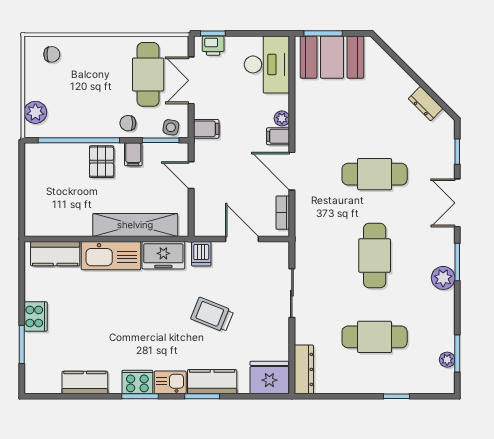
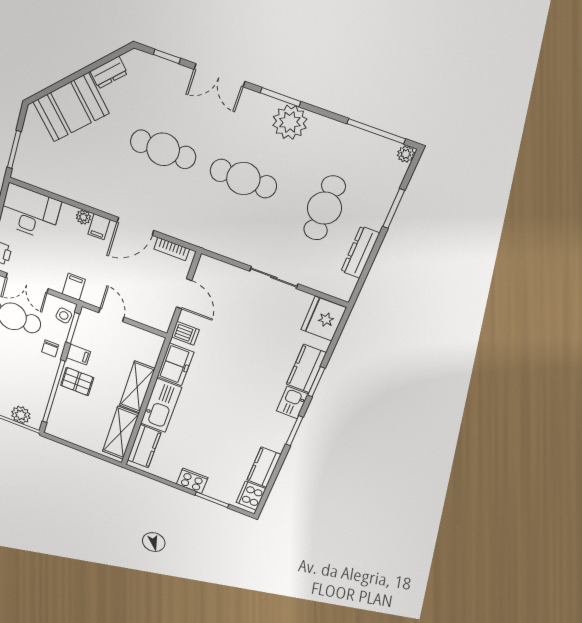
booth: (332, 57) -> (71, 108), moved, turned 45
cafe table: (375, 174) -> (163, 149), turned 90
door: (191, 175) -> (111, 315), swing flipped
shelving: (60, 224) -> (121, 433), added
shelving: (135, 225) -> (137, 387), width x0.68
door: (242, 239) -> (184, 294), swing flipped
plant: (443, 278) -> (290, 122), width x1.36, depth x1.36
sliding door: (292, 293) -> (274, 278), moved
trolley: (212, 315) -> (244, 345), removed
window: (457, 354) -> (376, 131), width x1.44
plant: (447, 360) -> (406, 154), moved
dresser: (304, 369) -> (360, 252), moved, turned -90
cooker: (137, 382) -> (251, 496), moved
window: (397, 396) -> (394, 209), width x1.50

